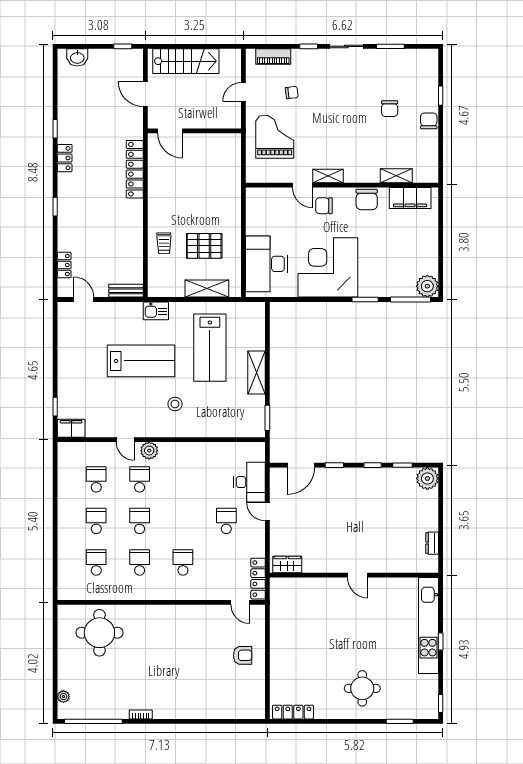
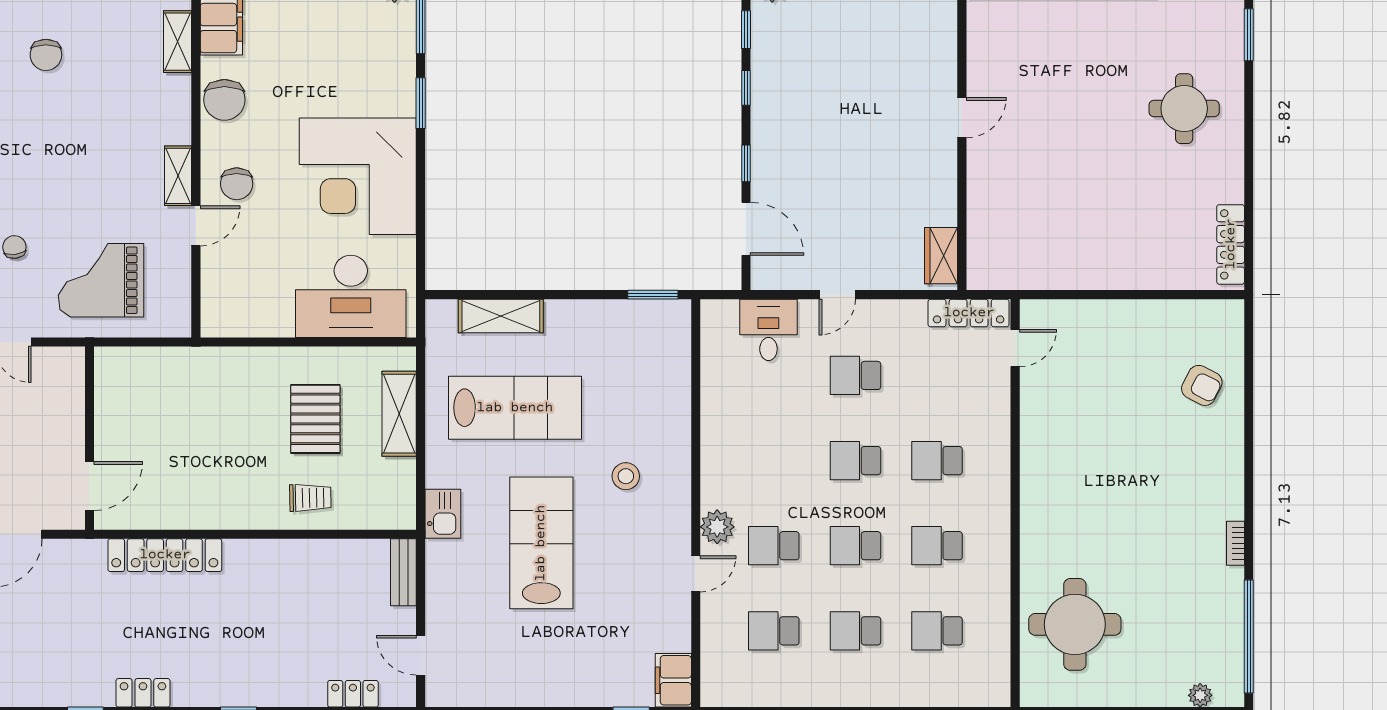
chair: (390, 109) -> (46, 55), turned 90
chair: (367, 200) -> (224, 100), turned 90
door: (84, 299) -> (421, 655), hinge flipped
shelving: (257, 373) -> (501, 316), moved
desk: (250, 482) -> (768, 330), width x0.73
school desk: (183, 521) -> (855, 461), added
armchair: (243, 655) -> (1202, 385), moved, turned 117

